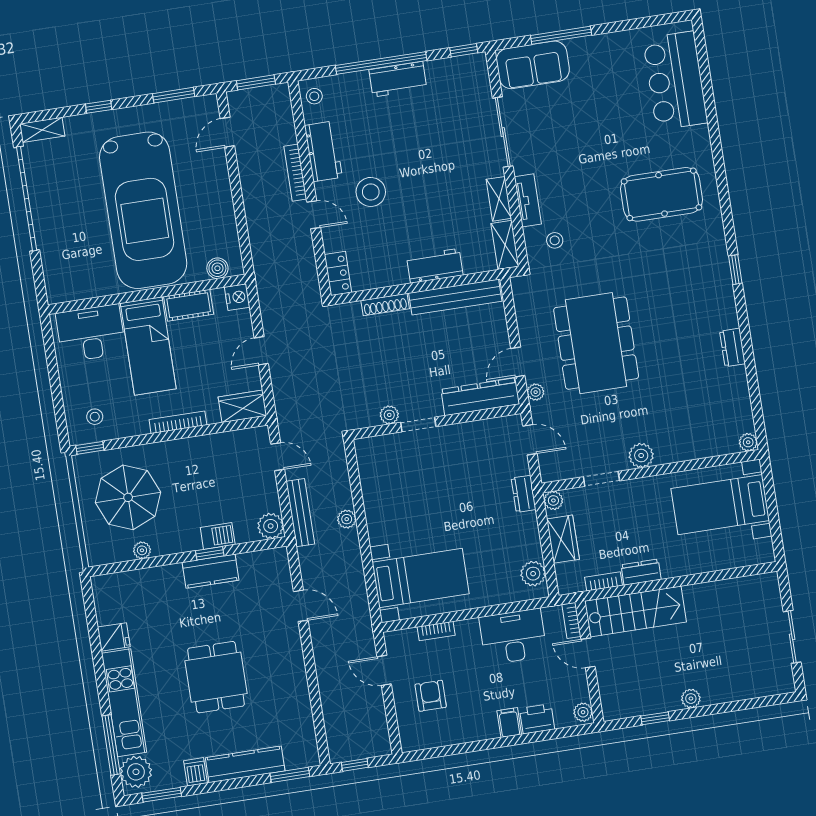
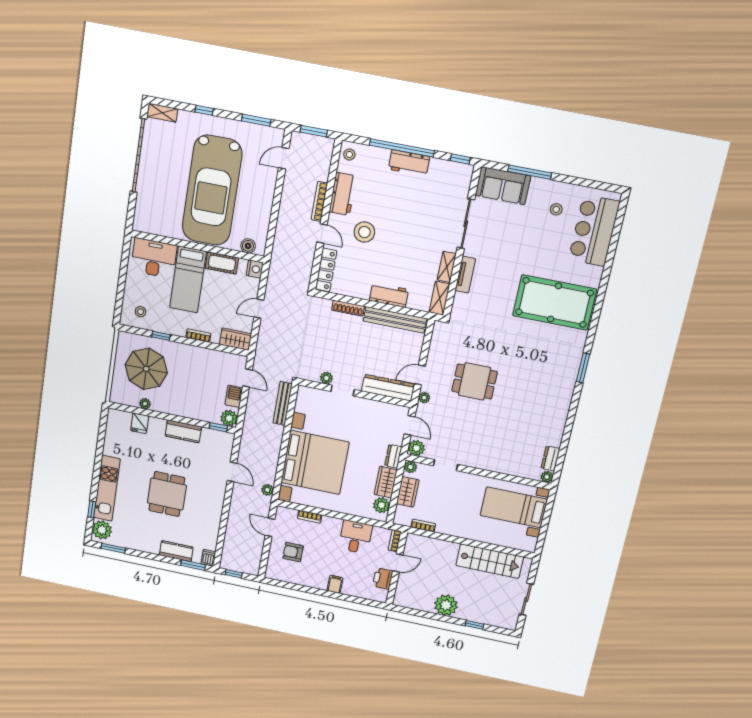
pool table: (662, 194) -> (555, 302), width x1.36, depth x1.32
stool: (555, 240) -> (556, 209), moved
window: (735, 270) -> (583, 368), width x1.50
locker: (338, 273) -> (326, 270), width x1.53
dining table: (596, 343) -> (474, 381), width x0.53, depth x0.80
dresser: (732, 347) -> (550, 458), moved
bookcase: (178, 422) -> (198, 335), width x0.64
window: (90, 448) -> (161, 336), moved
plant: (641, 455) -> (416, 448), moved
bench: (300, 513) -> (283, 403), moved
plant: (347, 519) -> (267, 490), moved
barbecue: (218, 536) -> (234, 396), moved, turned -90
wardrobe: (527, 536) -> (386, 482), added
window: (210, 553) -> (218, 427), moved
dresser: (641, 572) -> (449, 529), removed
bed with nightstands: (421, 578) -> (315, 462), width x1.85
stairs: (636, 611) -> (490, 561), moved
fridge: (114, 637) -> (140, 423), moved, turned 90
desk: (513, 637) -> (355, 537), width x0.73
door: (588, 653) -> (398, 563), swing flipped
armchair: (431, 696) -> (293, 552), turned -90
plant: (691, 699) -> (446, 605), width x1.88, depth x1.88
plant: (583, 712) -> (382, 595), removed
window: (655, 718) -> (475, 625), moved
printer: (537, 719) -> (383, 579), moved, turned -90
window: (111, 745) -> (92, 509), width x0.46
kitchen counter: (245, 764) -> (176, 551), width x0.67
dishwasher: (196, 772) -> (208, 558), moved

